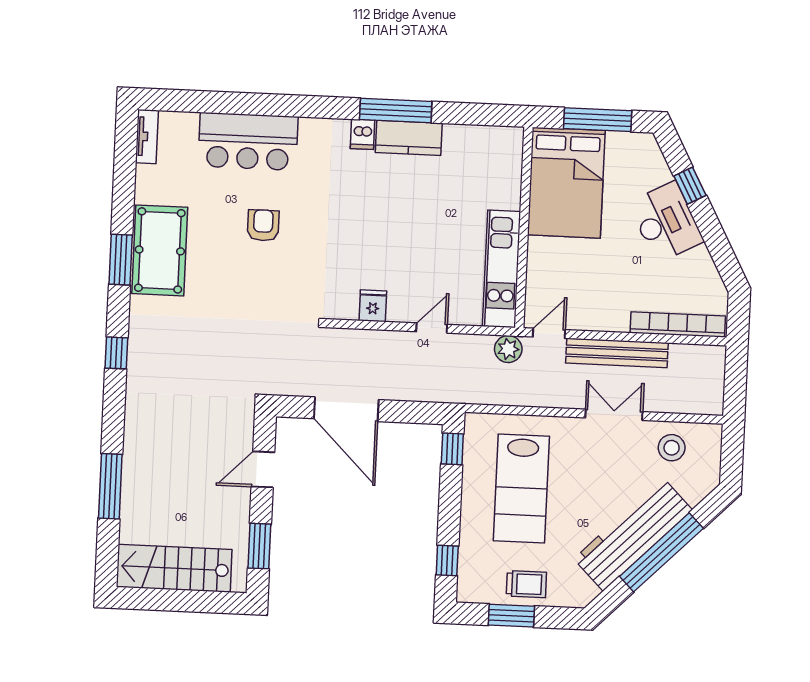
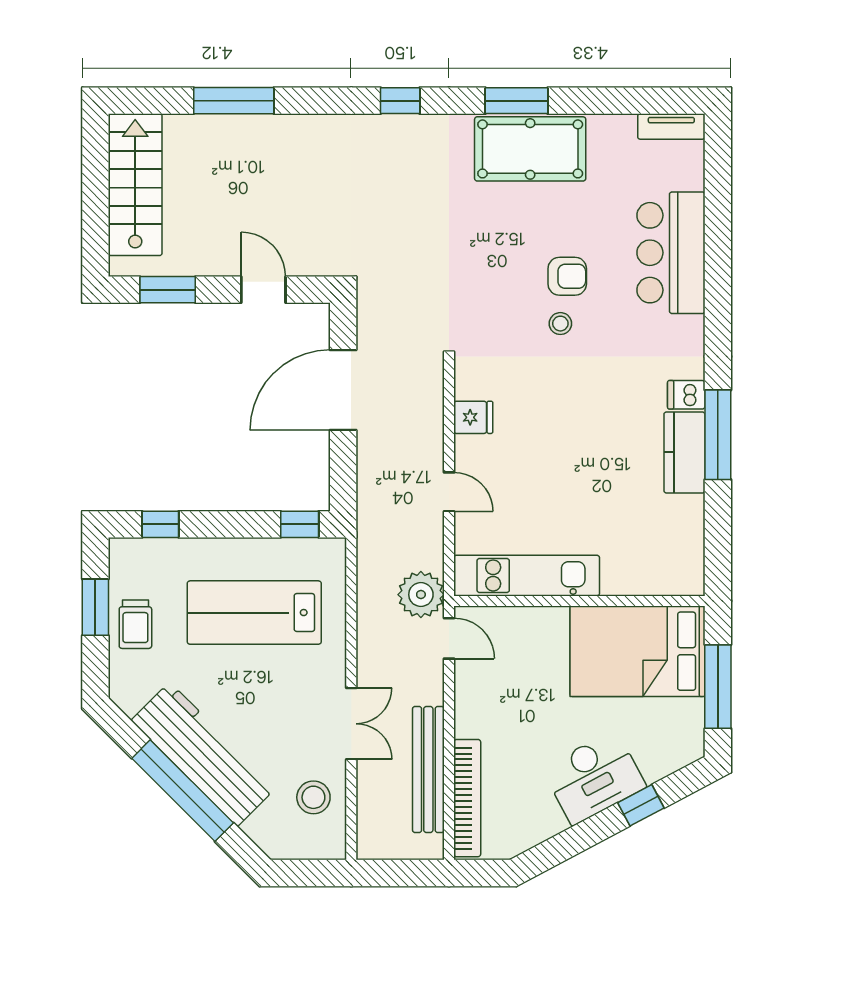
stool: (301, 233) -> (560, 324), added
plant: (508, 349) -> (421, 595), width x1.36, depth x1.36
bench: (617, 353) -> (428, 770), moved

